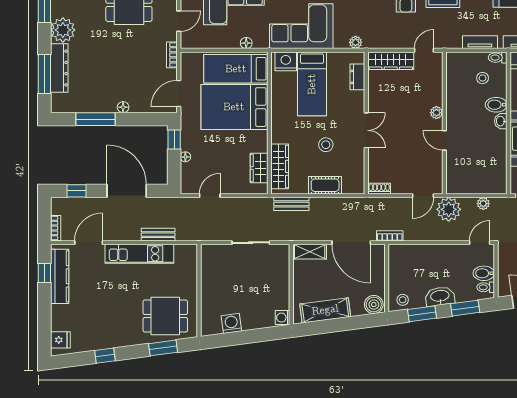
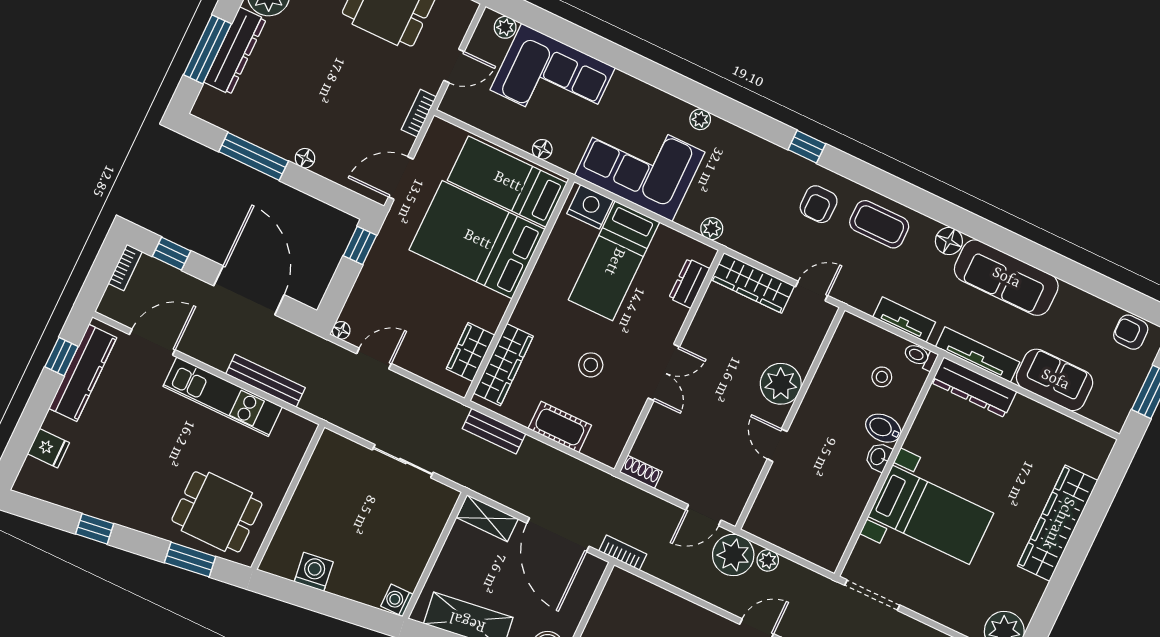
plant: (436, 113) -> (781, 384), width x1.88, depth x1.88
floor lamp: (185, 157) -> (341, 330), moved
plant: (483, 204) -> (768, 560), moved
bookcase: (56, 228) -> (125, 267), moved
bench: (158, 235) -> (265, 381), width x1.36
fridge: (60, 340) -> (48, 448), moved

